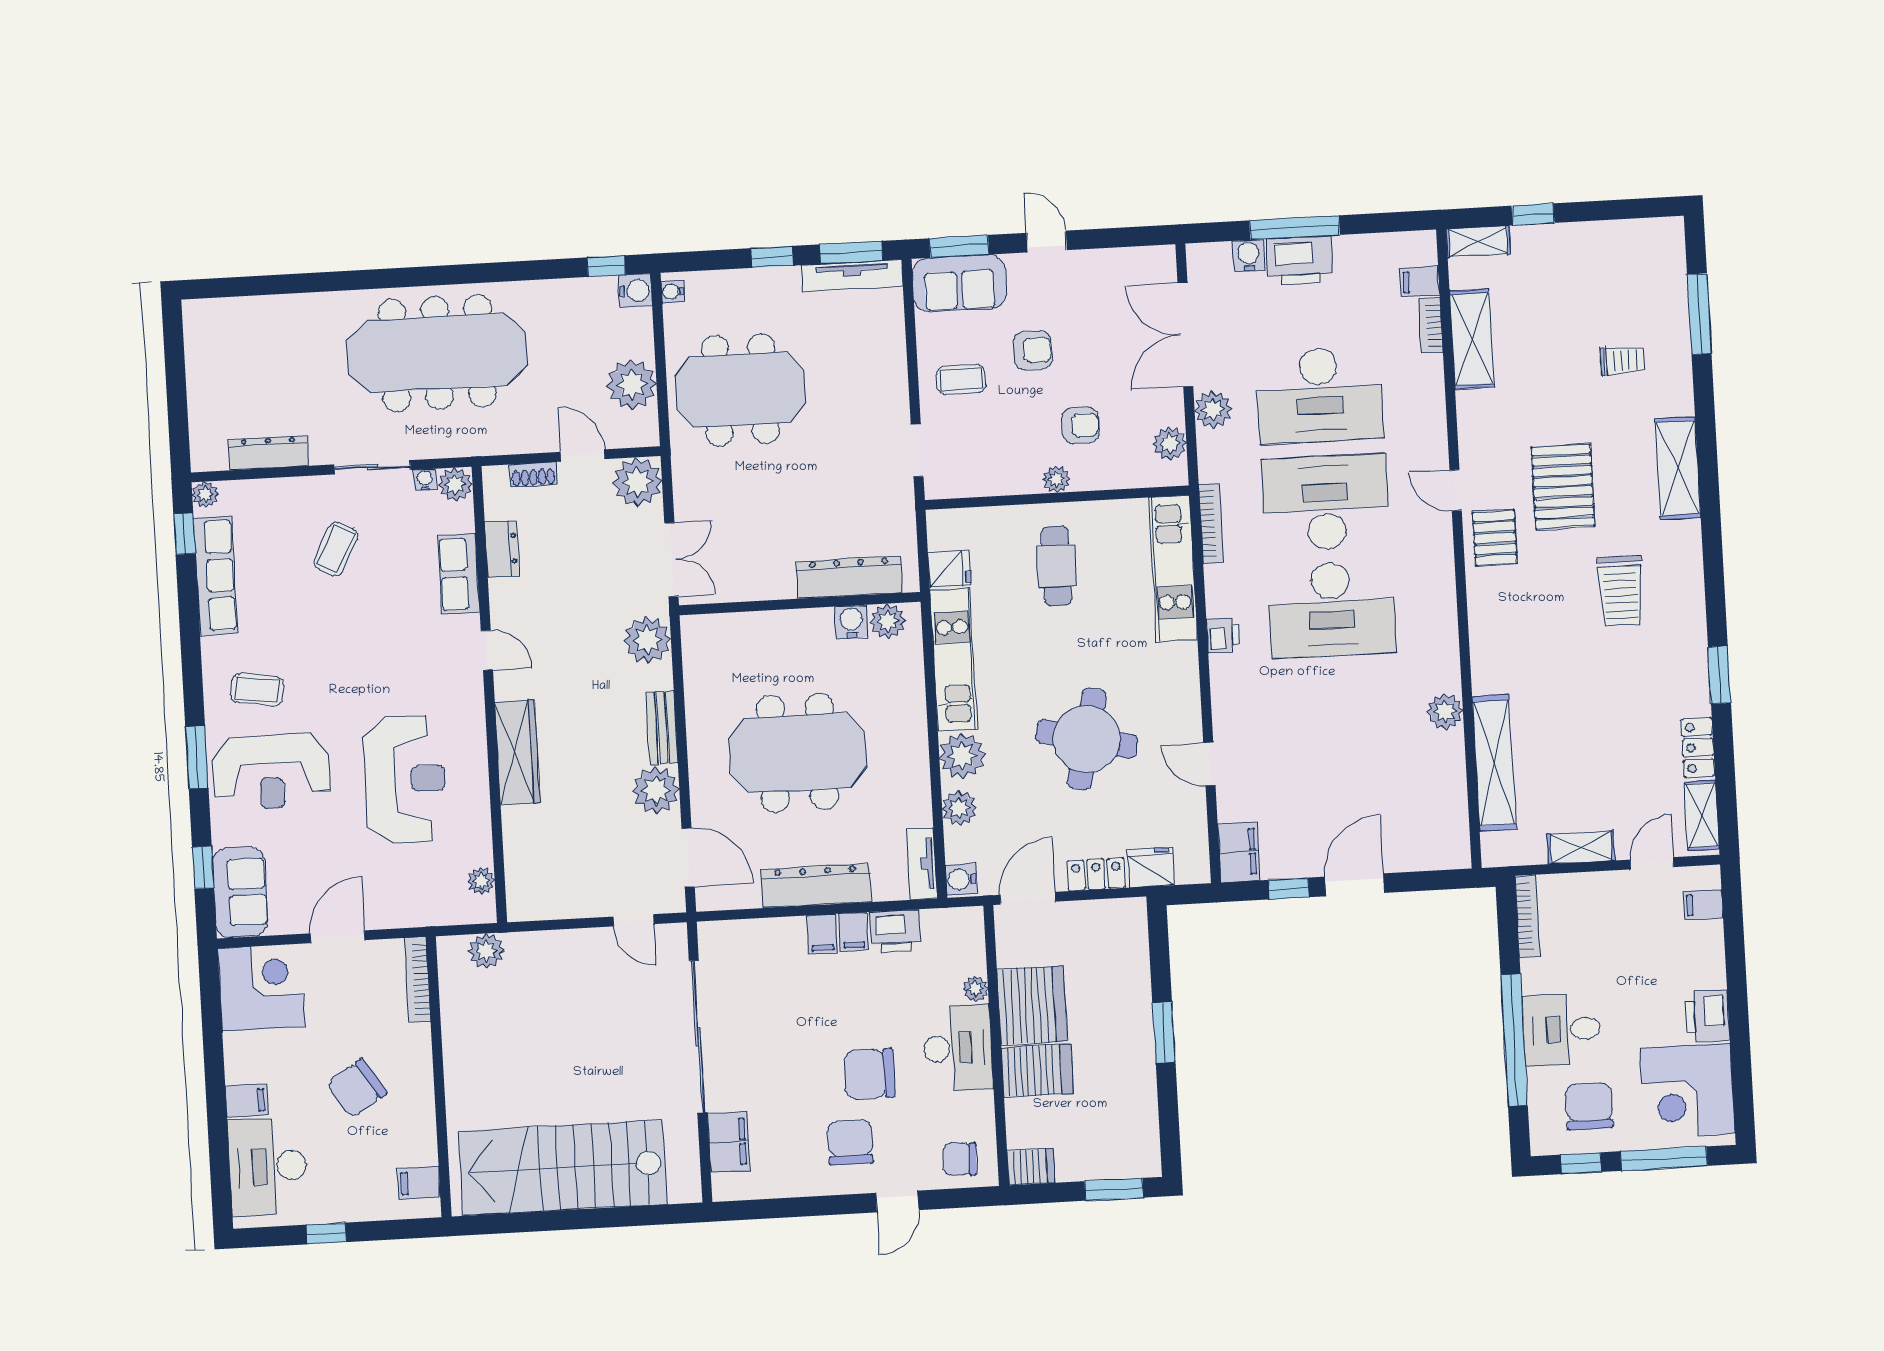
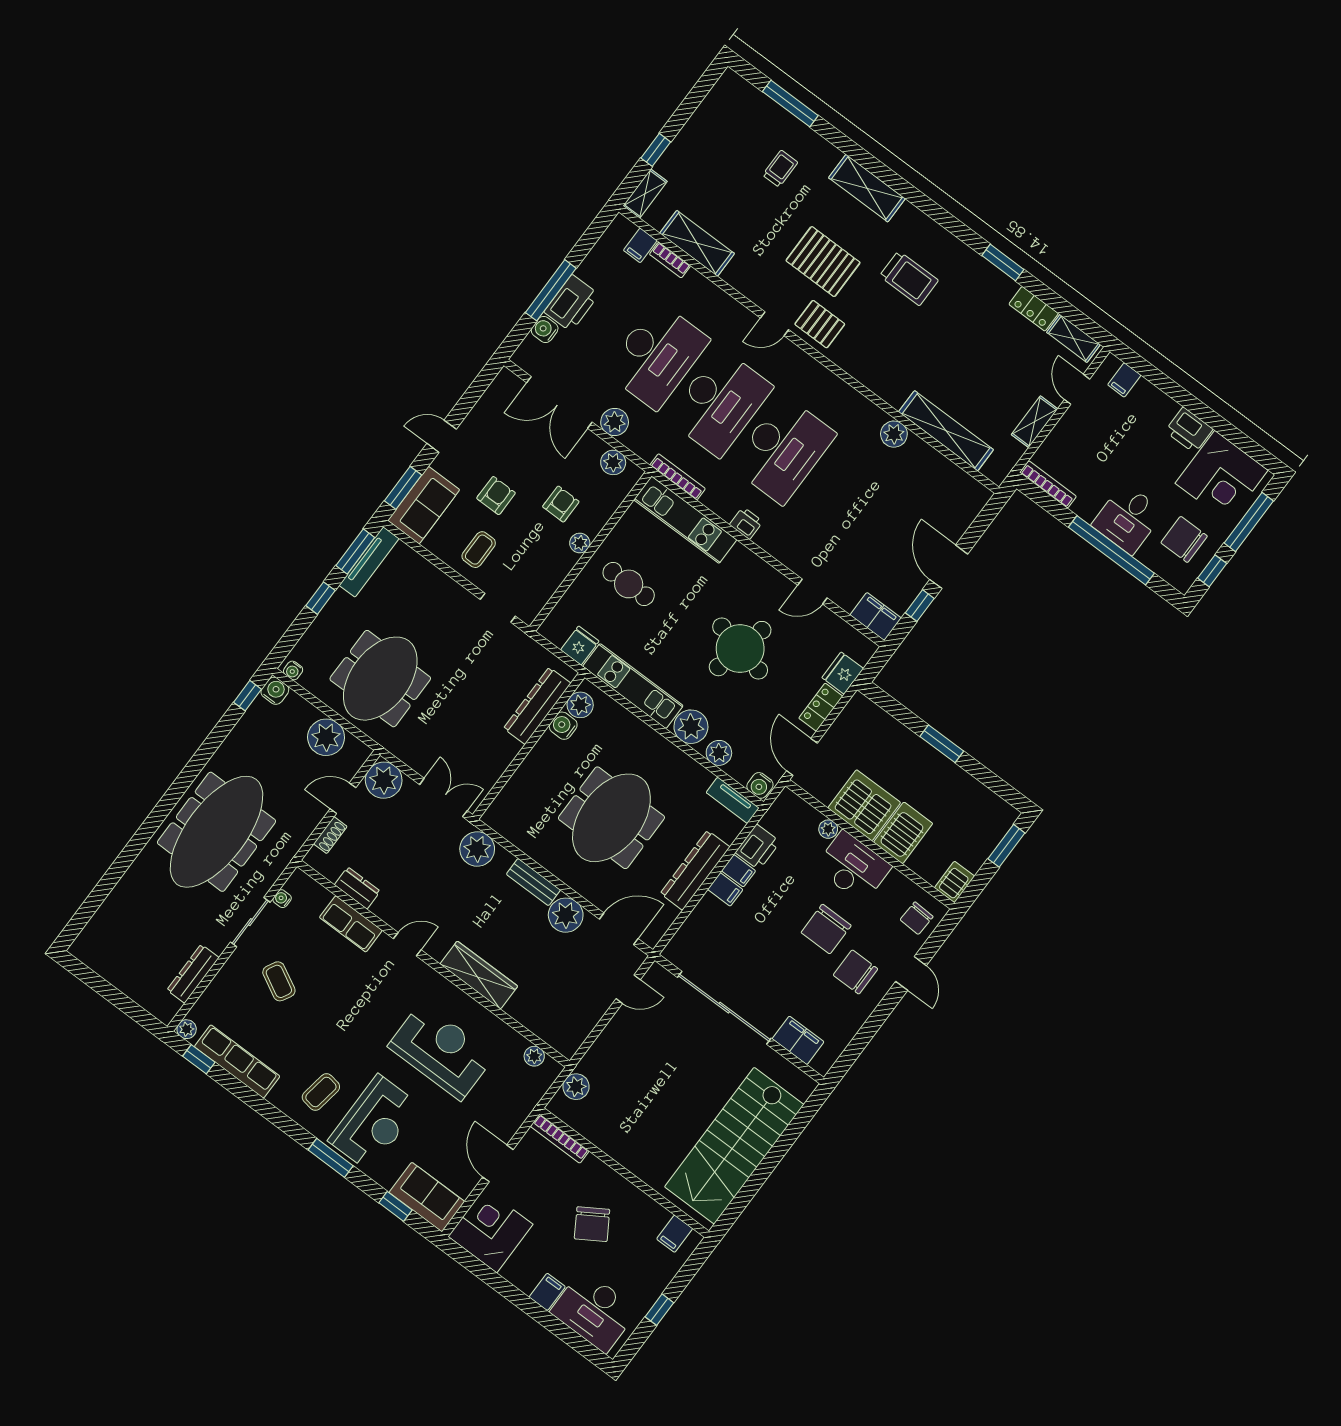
plant: (455, 484) -> (299, 884), removed
desk: (1326, 502) -> (720, 403), turned 180

